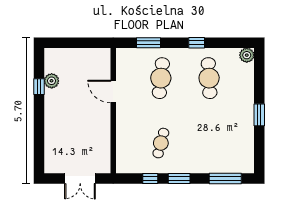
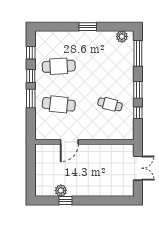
window: (148, 43) -> (31, 99), moved
window: (226, 43) -> (31, 53), added
plant: (247, 55) -> (122, 36), moved

